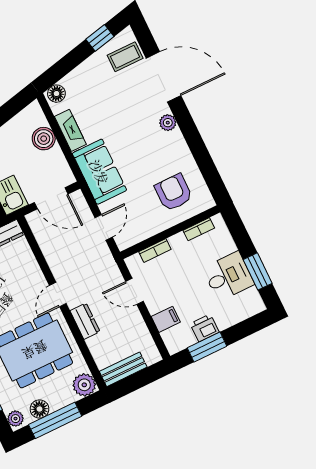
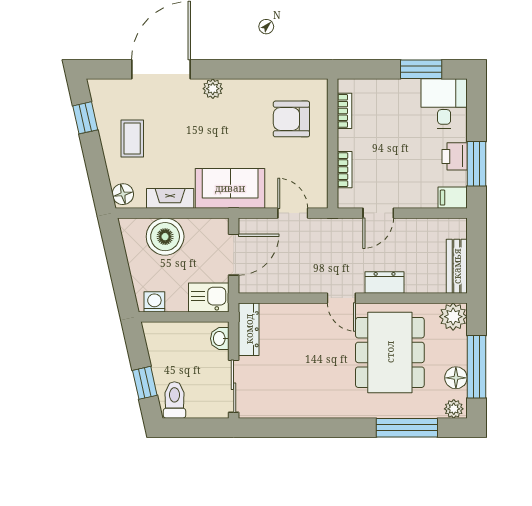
coffee table: (125, 57) -> (132, 138), moved
boiler: (44, 139) -> (165, 237), width x1.37, depth x1.37
desk: (228, 276) -> (444, 104), moved
filing cabinet: (166, 319) -> (453, 198), moved, turned -90

